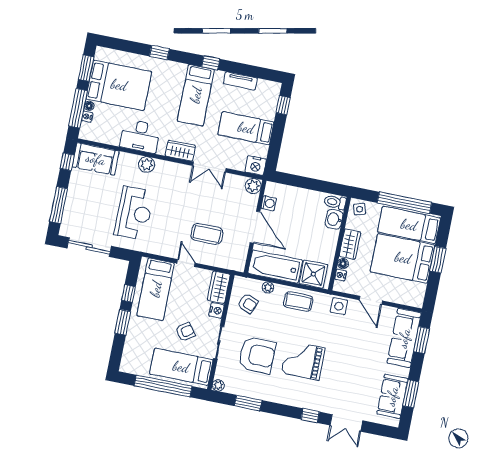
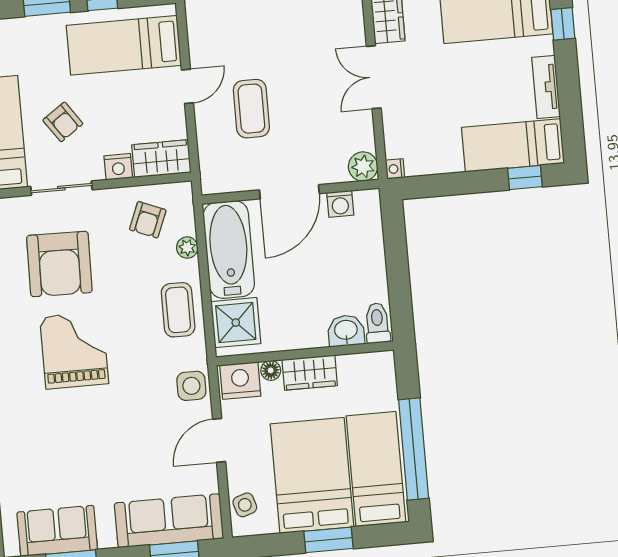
bed: (246, 128) -> (513, 145), moved, turned -90
nightstand: (256, 165) -> (395, 169), width x0.53, depth x0.56
side table: (360, 209) -> (245, 505), moved
nightstand: (341, 275) -> (240, 381), width x1.89, depth x1.79

